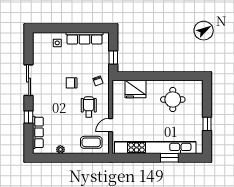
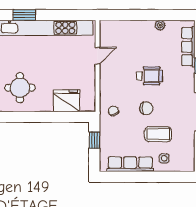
wheelchair: (89, 107) -> (149, 76), moved, turned -90
coffee table: (91, 142) -> (158, 134), moved

